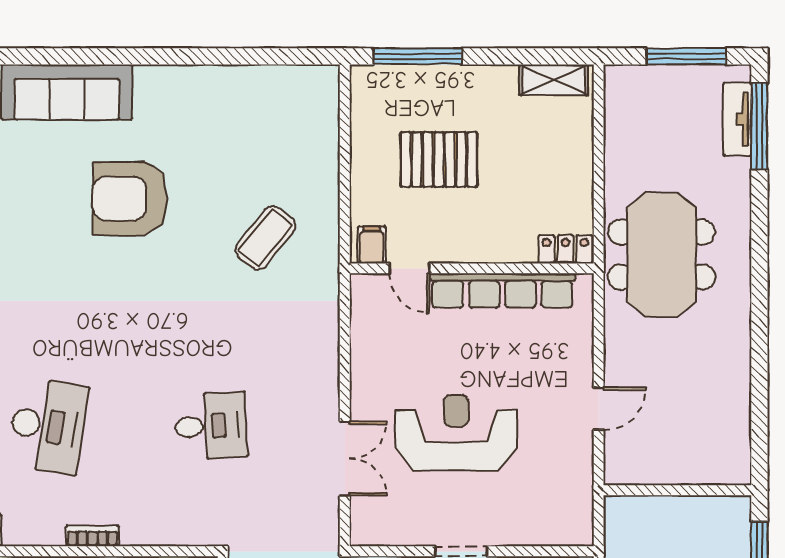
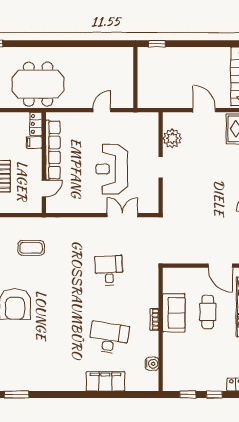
coffee table: (265, 238) -> (31, 248), turned -39
filing cabinet: (372, 245) -> (34, 142), moved
door: (599, 409) -> (102, 110), hinge flipped

